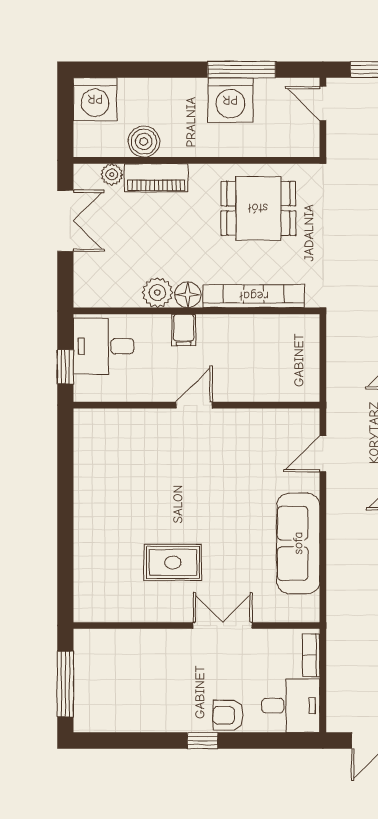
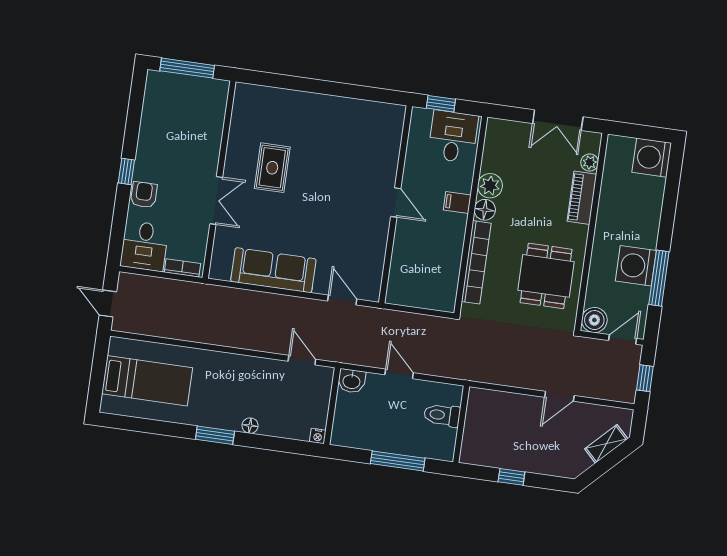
boiler: (144, 142) -> (594, 320), moved

